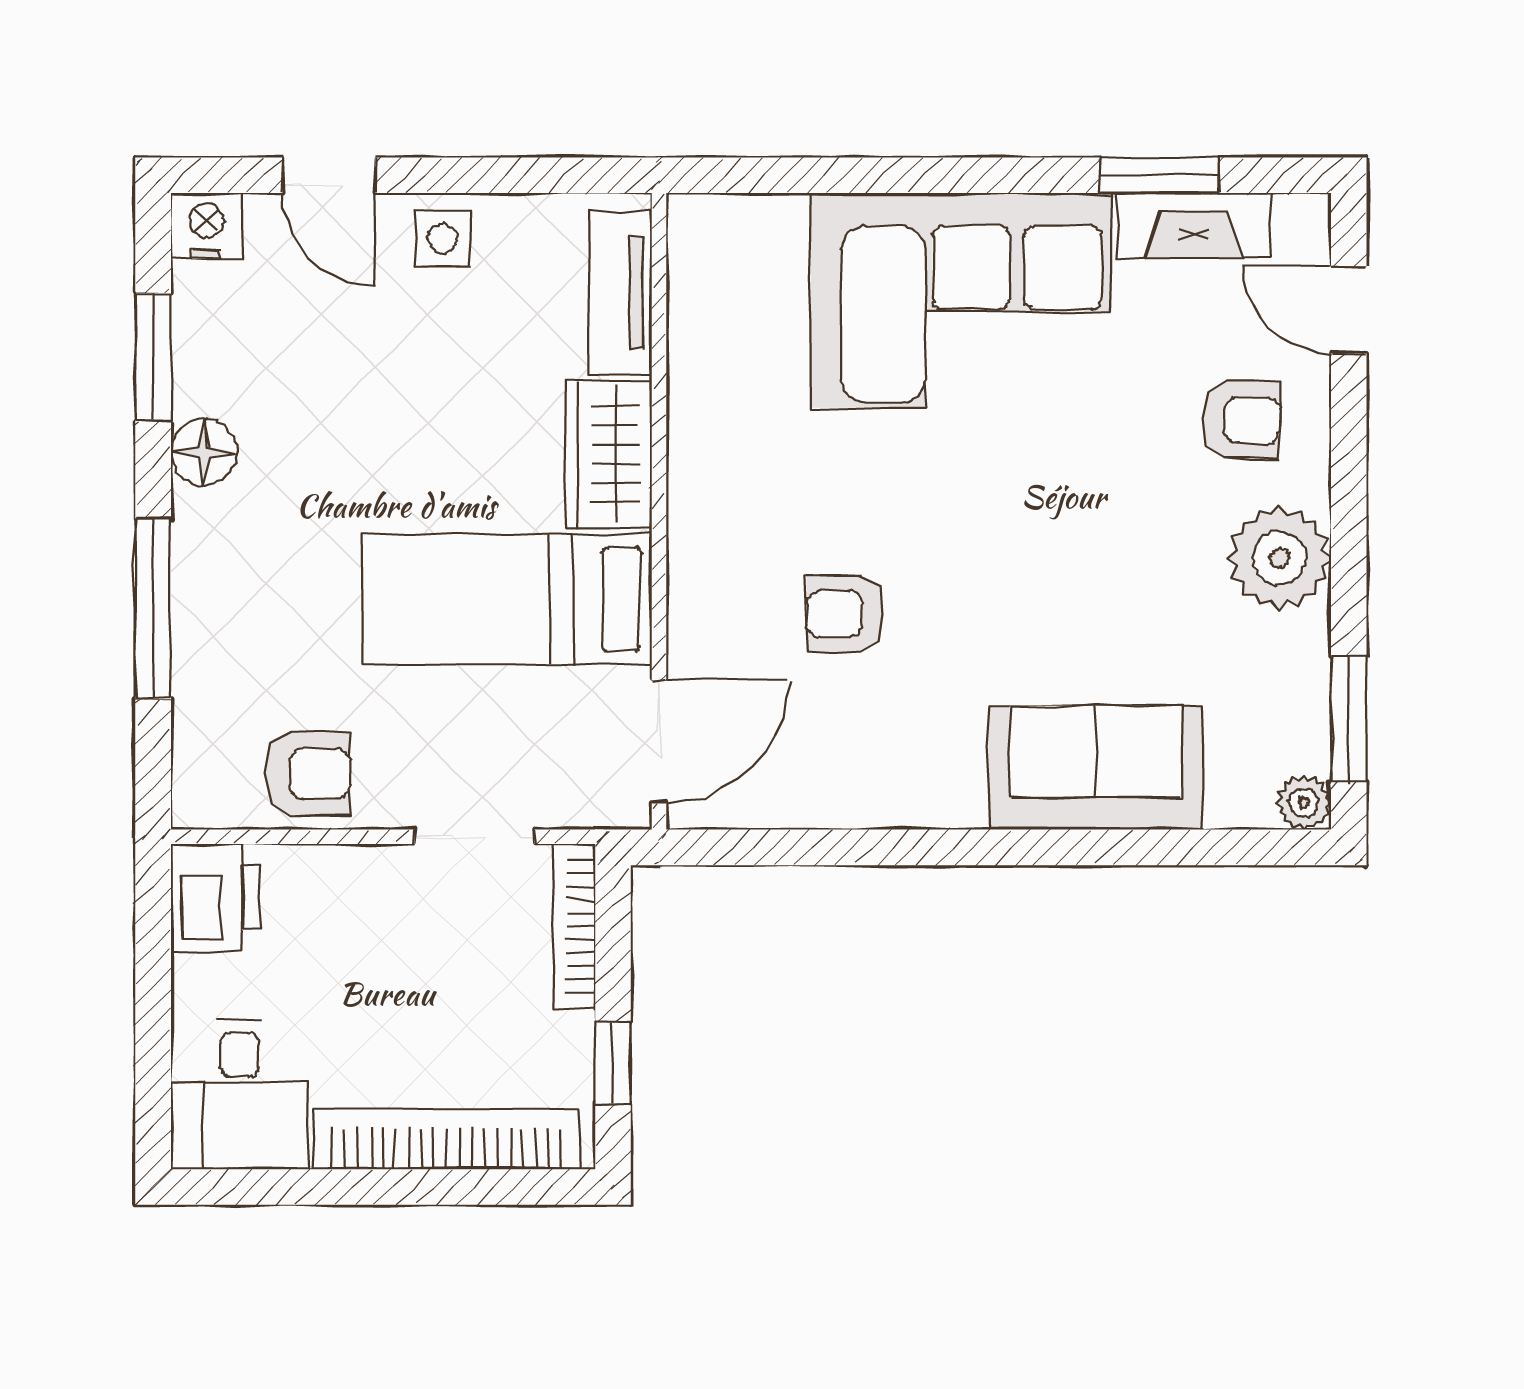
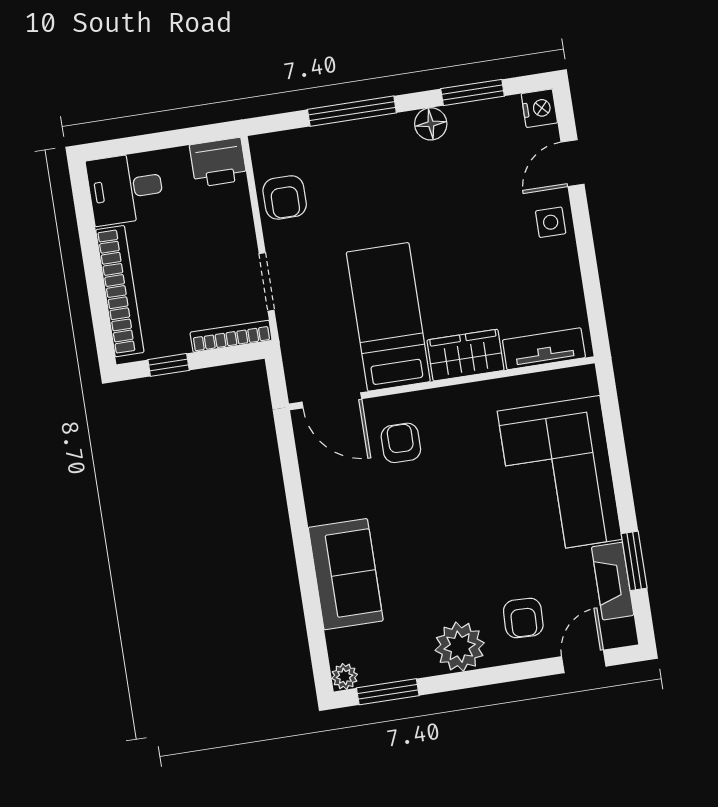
tv unit: (621, 292) -> (544, 349), moved
wardrobe: (609, 454) -> (466, 355), moved
wall: (659, 511) -> (442, 383), moved
bed: (506, 600) -> (388, 317), moved
door: (659, 741) -> (332, 400), moved

